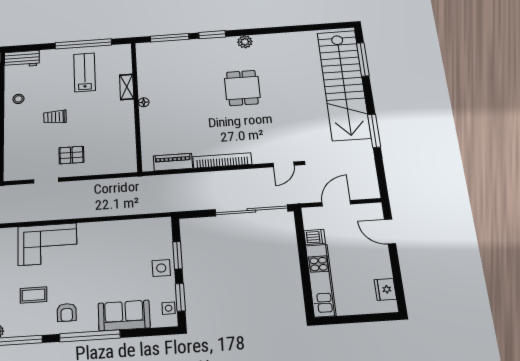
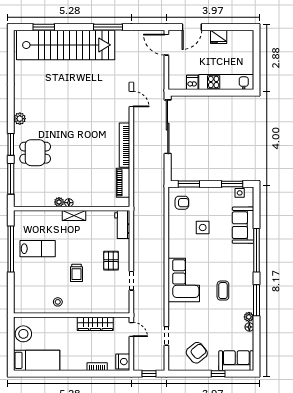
workbench: (22, 59) -> (122, 224), moved, turned 180
window: (363, 59) -> (44, 27), width x0.69
lab bench: (85, 72) -> (38, 249), turned 180
shelving: (127, 87) -> (74, 215), moved
dining table: (242, 88) -> (35, 153), moved
plant: (144, 91) -> (59, 202), added
door: (336, 203) -> (166, 45), moved
window: (178, 255) -> (189, 184), moved
side table: (161, 268) -> (203, 228), moved
fridge: (385, 289) -> (219, 37), moved
armchair: (67, 312) -> (182, 203), moved

